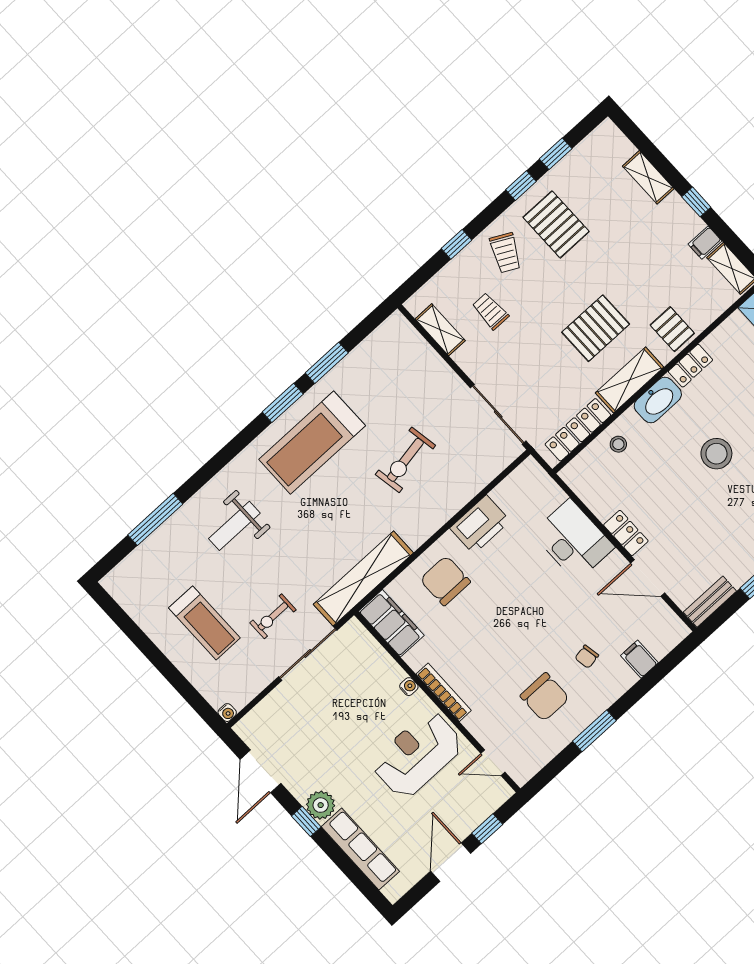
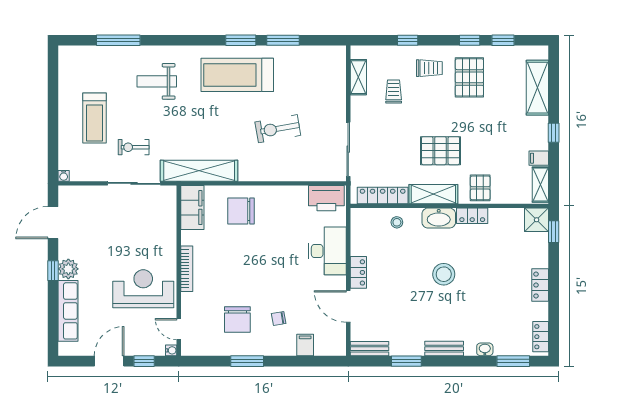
shelving: (648, 177) -> (537, 88), width x1.50, depth x1.33
trolley: (506, 253) -> (429, 68), turned -117
printer: (480, 524) -> (326, 198), moved
chair: (445, 581) -> (241, 211), turned -90
water cooler: (409, 687) -> (171, 350), moved

